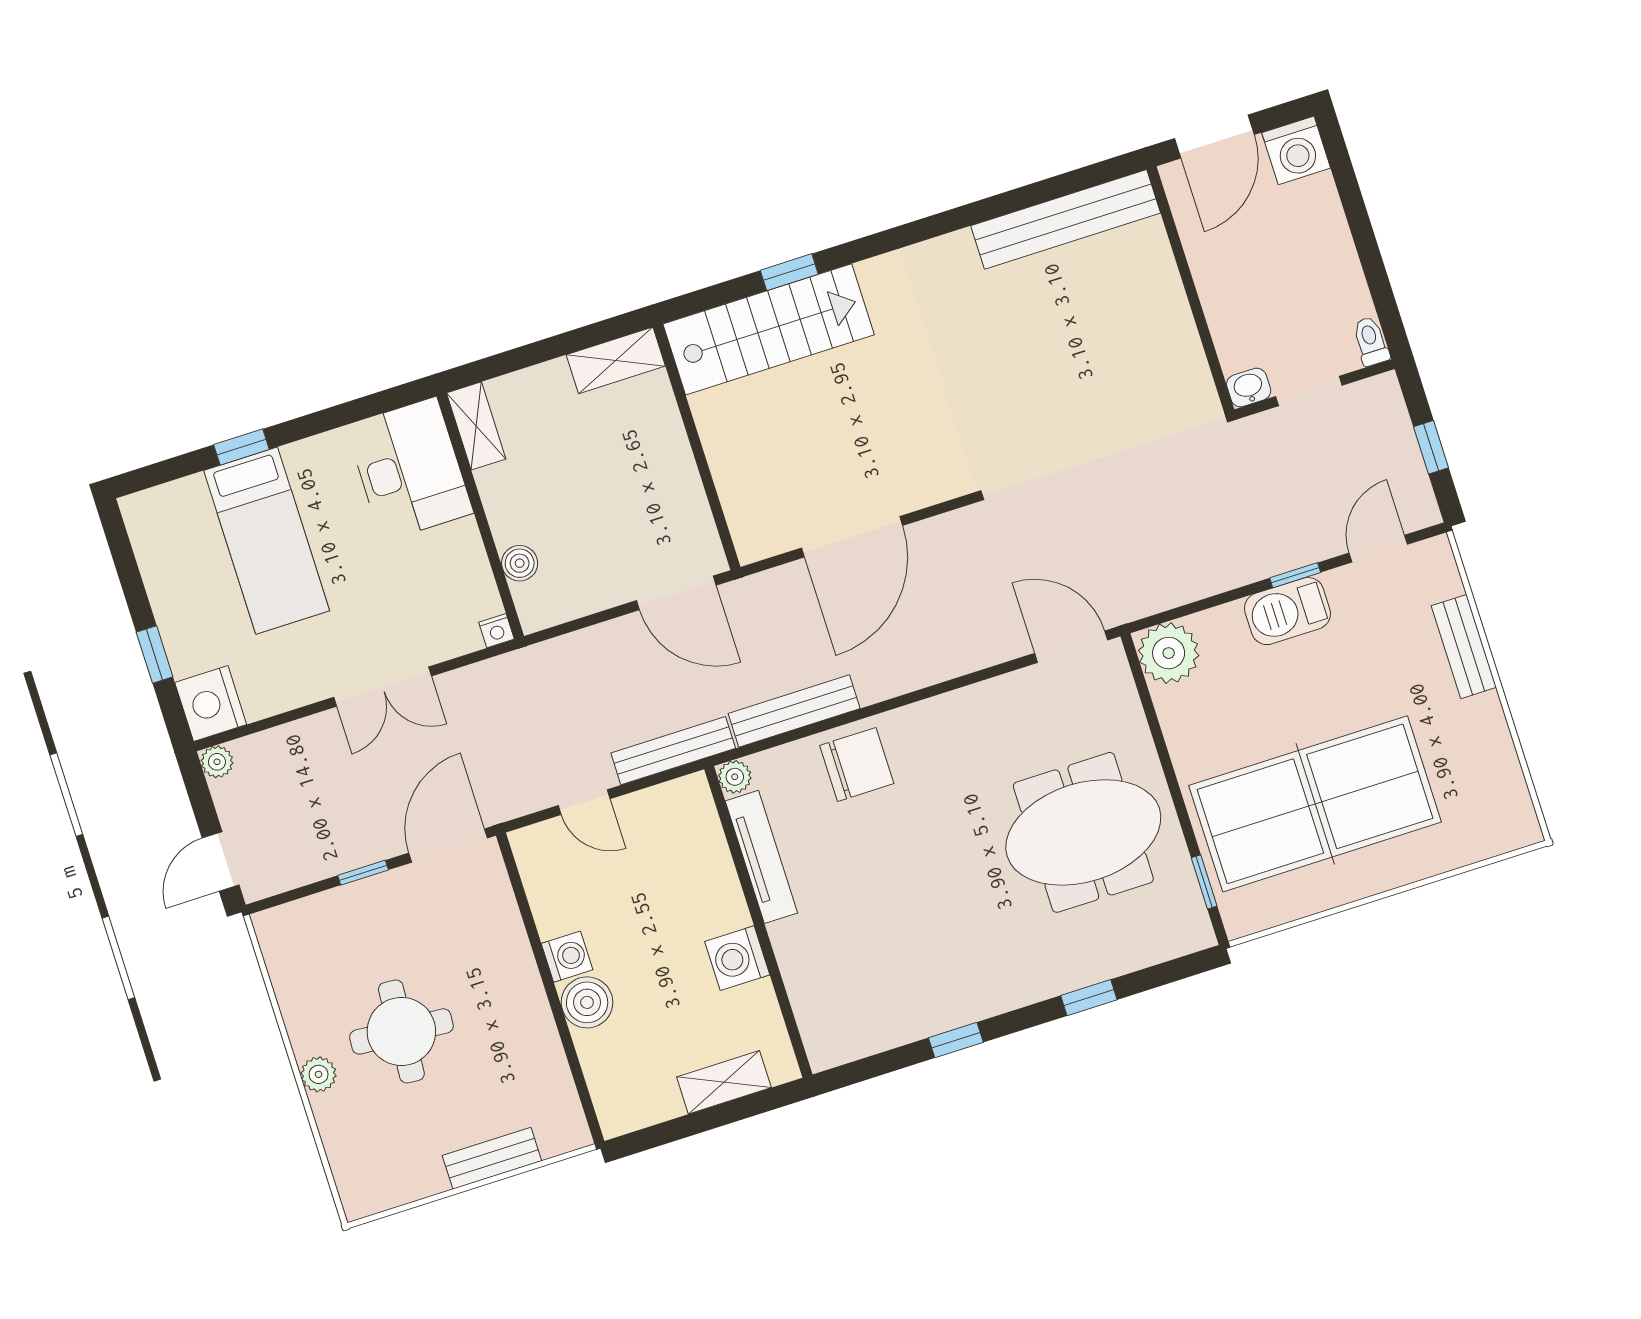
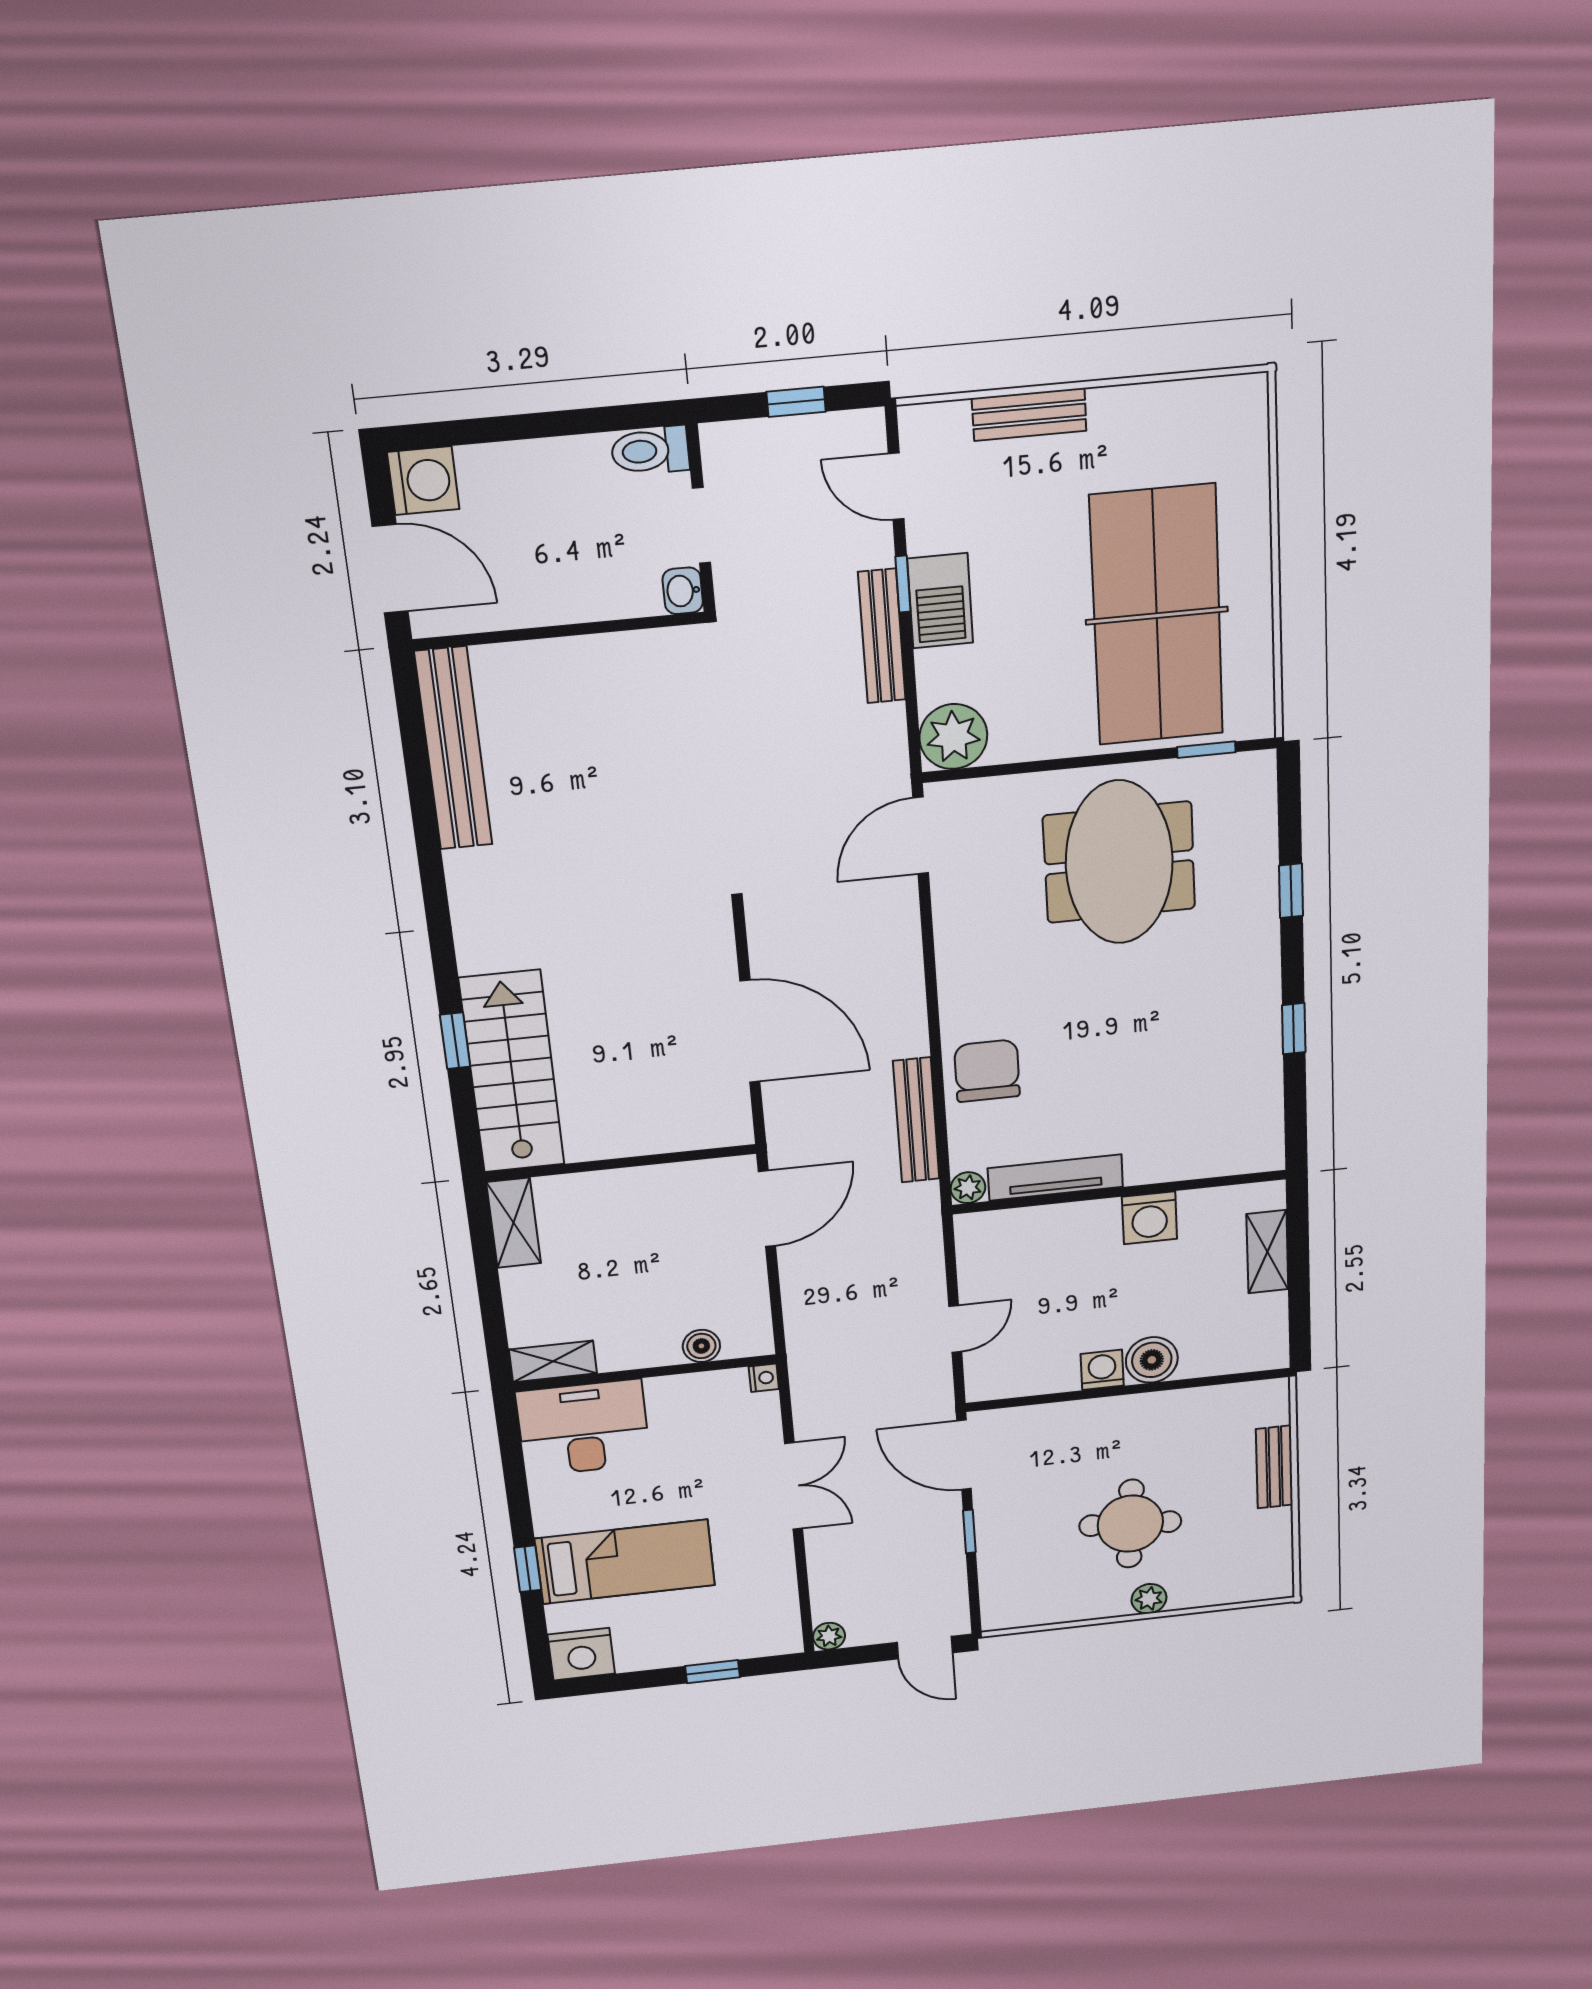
toilet: (1371, 341) -> (650, 451), width x1.37, depth x1.39
nightstand: (211, 703) -> (581, 1654), moved
bench: (673, 751) -> (882, 636), moved

